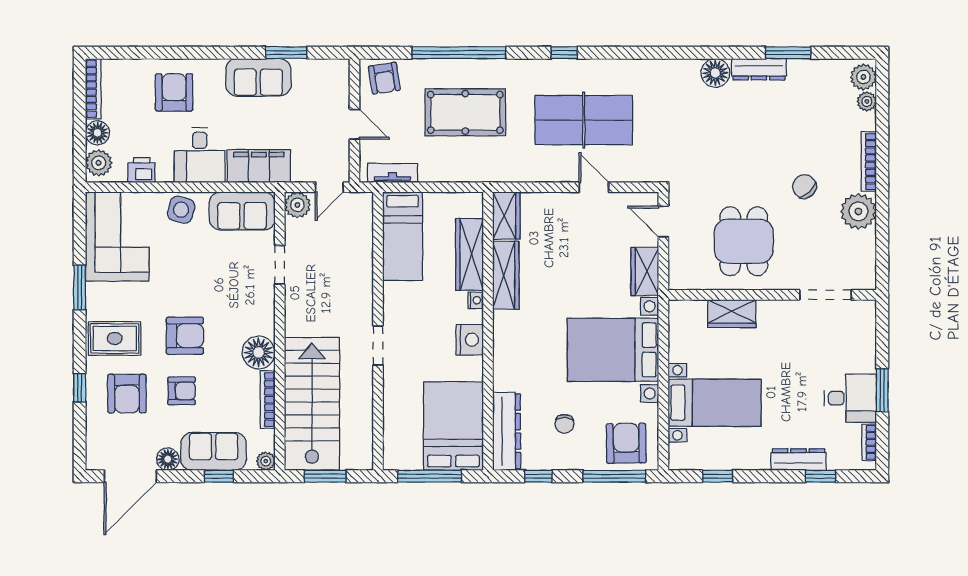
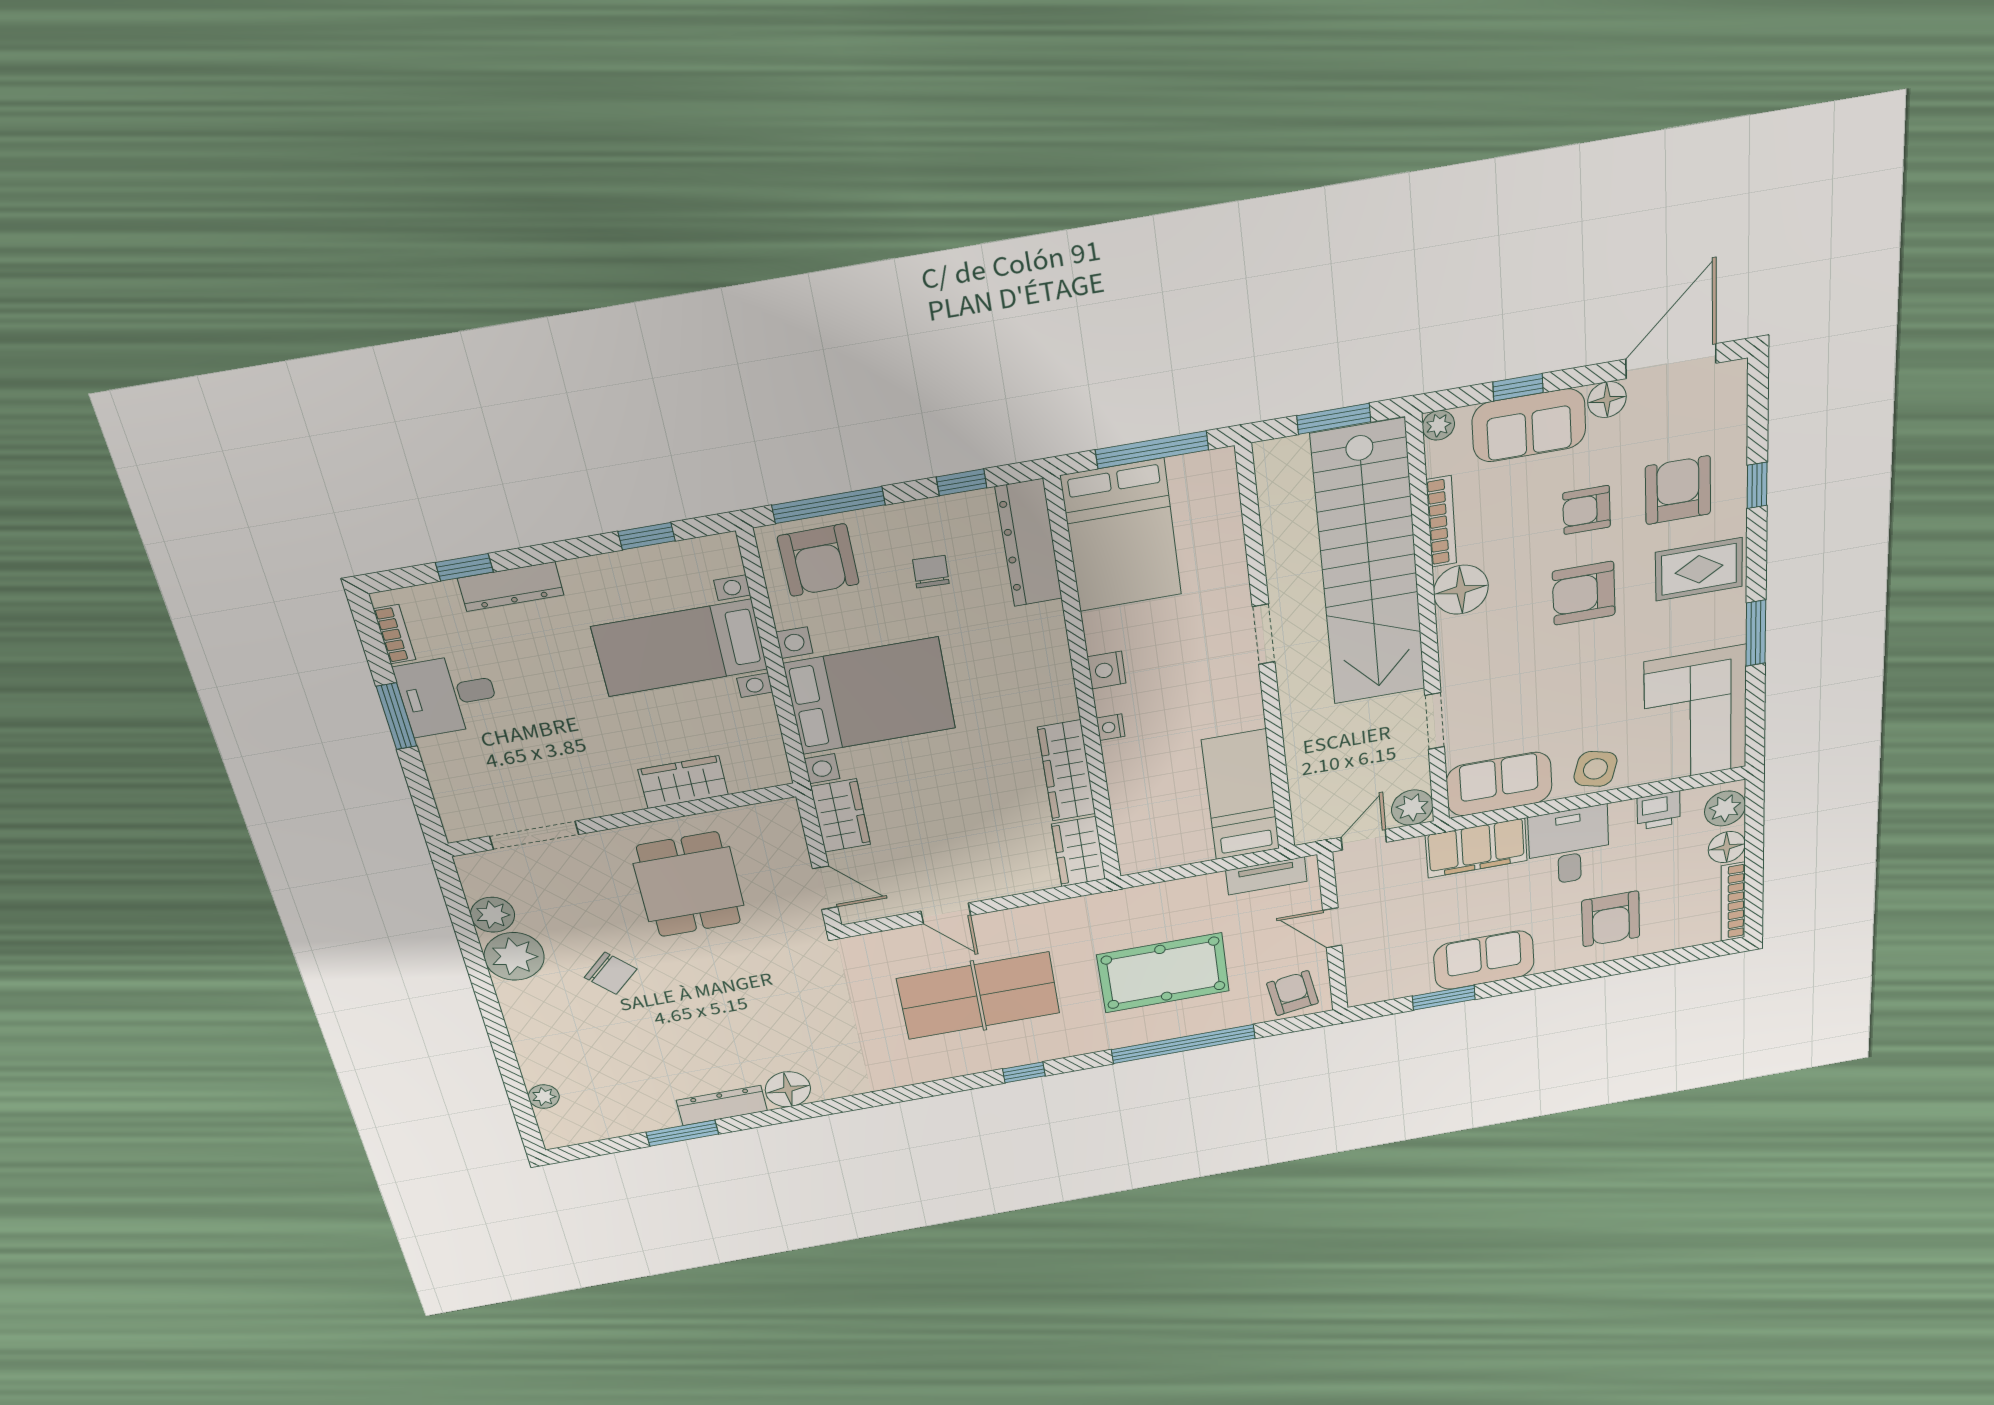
plant: (863, 77) -> (493, 915), moved
bookcase: (869, 162) -> (517, 1023), removed
wardrobe: (469, 254) -> (1130, 789), removed
nightstand: (470, 340) -> (1107, 670), width x0.74, depth x0.75
stairs: (312, 404) -> (1369, 565), width x1.36

